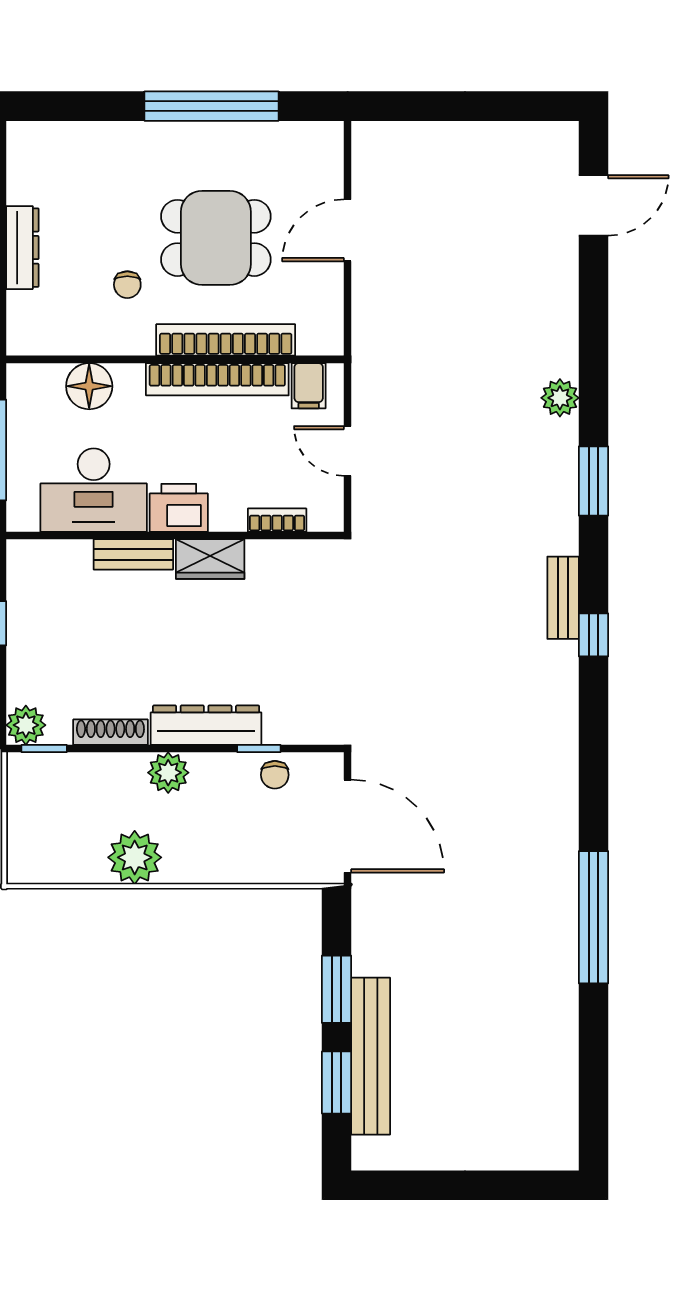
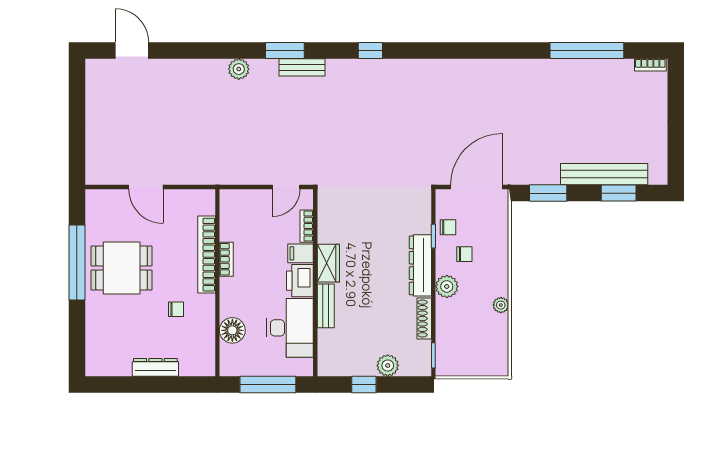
dining table: (216, 238) -> (122, 268), moved, turned 90
bookcase: (217, 379) -> (226, 259), width x0.43, depth x0.76
filing cabinet: (309, 386) -> (301, 253), moved, turned 180
door: (348, 451) -> (286, 187), moved
bench: (563, 598) -> (302, 67), moved
plant: (26, 725) -> (388, 365), moved
chair: (227, 805) -> (464, 254), added
plant: (135, 857) -> (501, 305), width x0.53, depth x0.53
window: (593, 917) -> (587, 50), moved
window: (337, 989) -> (548, 193), moved
bookcase: (567, 1139) -> (650, 65), added

